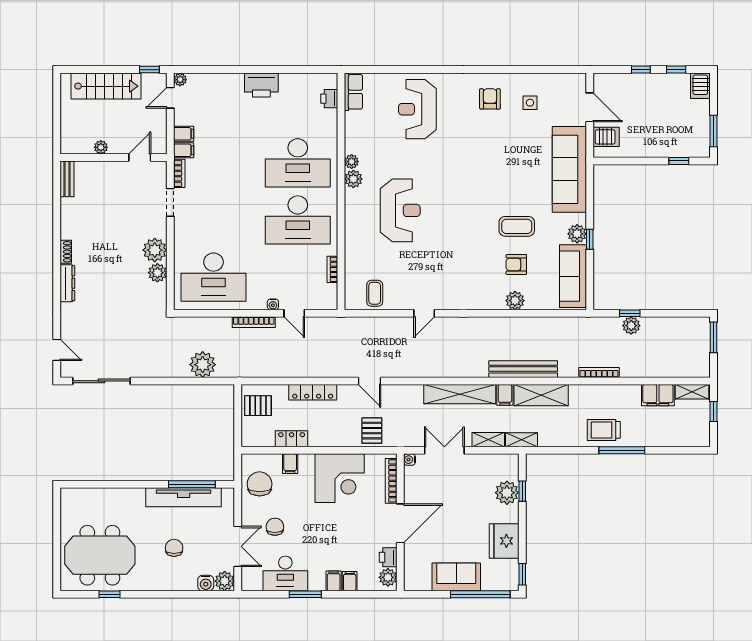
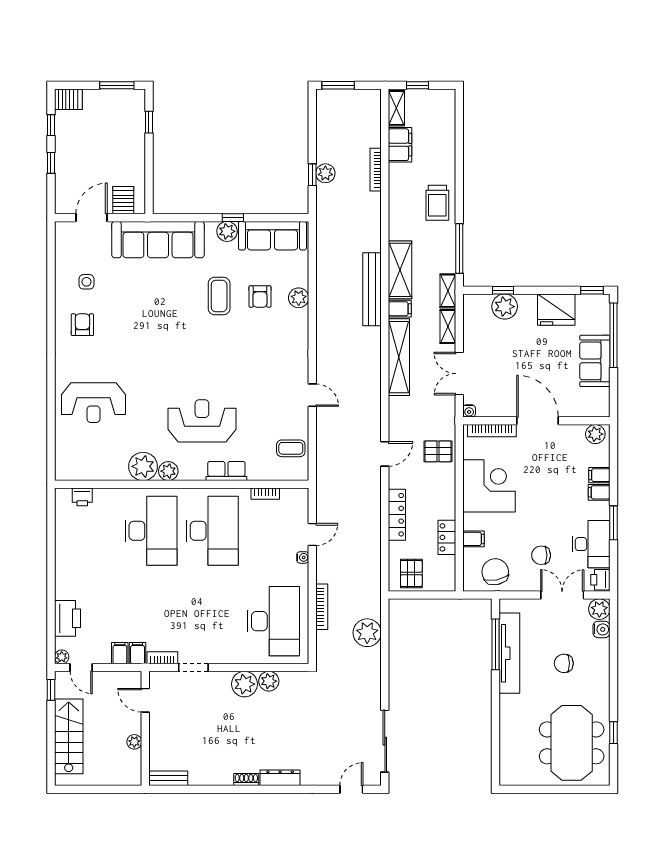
printer: (261, 85) -> (68, 618), moved
row of seats: (353, 92) -> (226, 471), moved
armchair: (490, 99) -> (82, 325), turned 90
plant: (352, 162) -> (143, 466), width x1.87, depth x1.87
bookcase: (254, 322) -> (322, 607), moved
bookcase: (599, 372) -> (376, 170), moved
window: (622, 450) -> (459, 248), moved
chair: (260, 484) -> (495, 572), turned 79
printer: (388, 557) -> (600, 580), moved, turned 90

